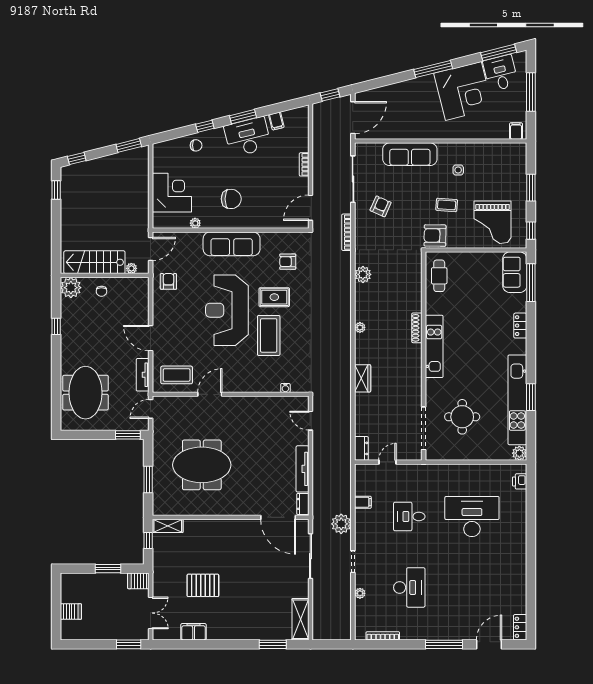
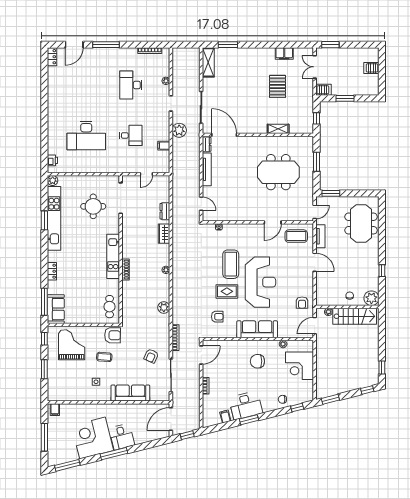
desk: (501, 73) -> (122, 437), moved
window: (205, 126) -> (297, 408), moved
dresser: (361, 448) -> (165, 211), moved
shelving: (168, 526) -> (278, 129), moved
pallet: (203, 585) -> (278, 86), turned 90

